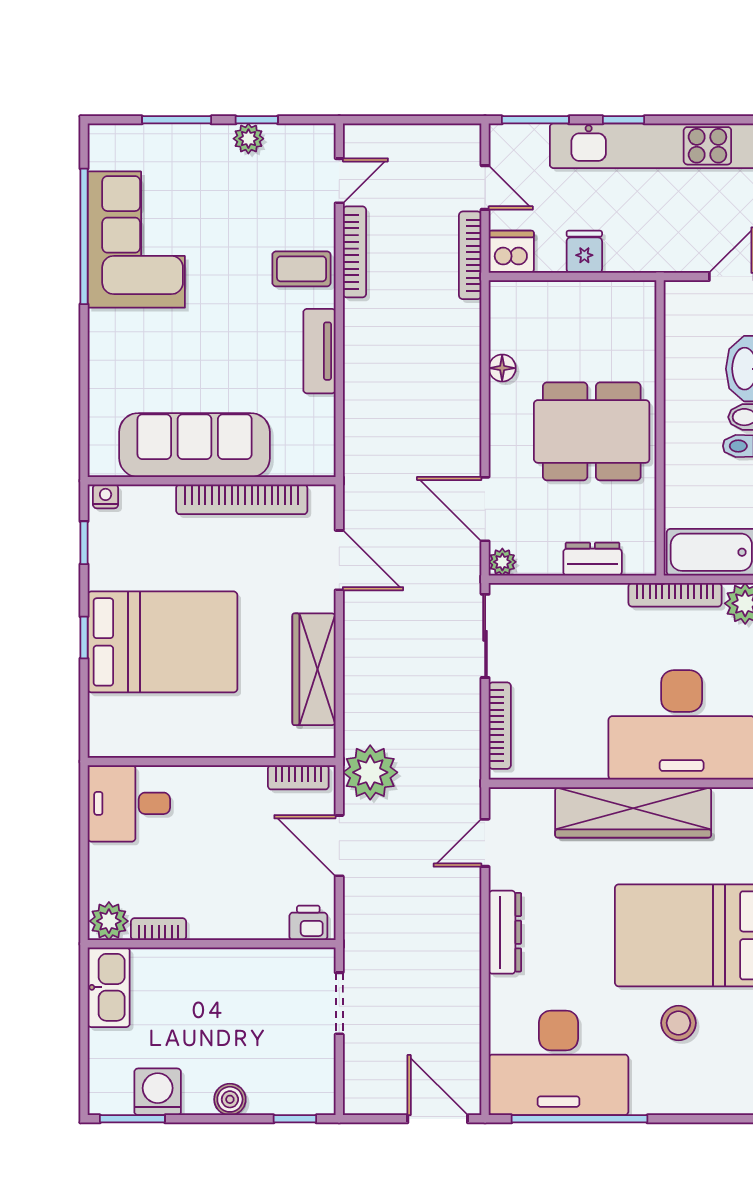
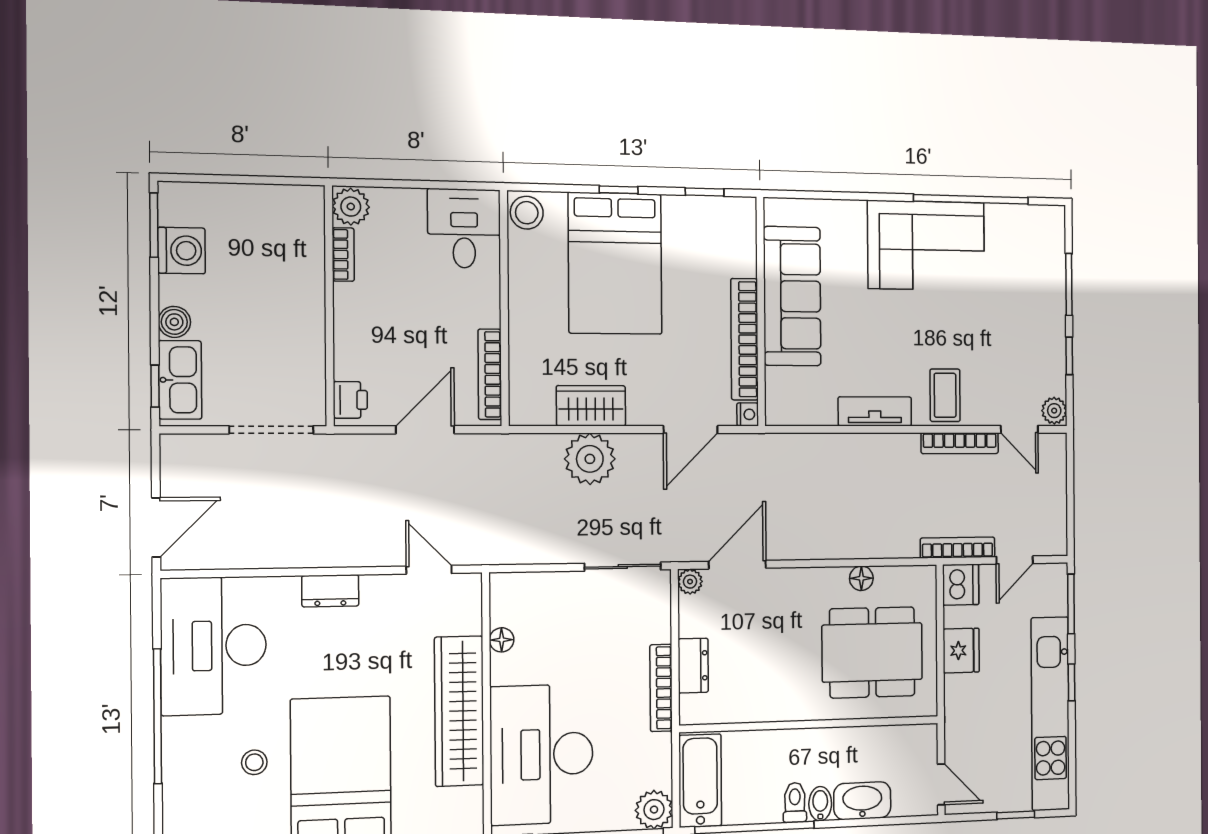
plant: (248, 139) -> (1054, 411), moved
corner sofa: (136, 240) -> (926, 245), moved
fridge: (584, 252) -> (961, 651), width x1.38
dining table: (592, 431) -> (872, 652), moved, turned 90
nightstand: (106, 496) -> (748, 414), moved
bookcase: (675, 595) -> (661, 688), moved
wardrobe: (314, 669) -> (591, 406), width x0.67
bookcase: (500, 726) -> (540, 582), removed
stool: (111, 737) -> (527, 213), added
floor lamp: (560, 767) -> (502, 640), added
plant: (370, 772) -> (590, 459), moved
bookcase: (298, 777) -> (490, 374), width x1.56
dresser: (505, 932) -> (330, 591), width x0.70
kitchen sink: (109, 987) -> (180, 380), moved, turned -90
doorway: (339, 1003) -> (271, 430), width x1.38
stool: (678, 1023) -> (254, 762), width x0.73, depth x0.73
window: (579, 1119) -> (157, 716), moved

